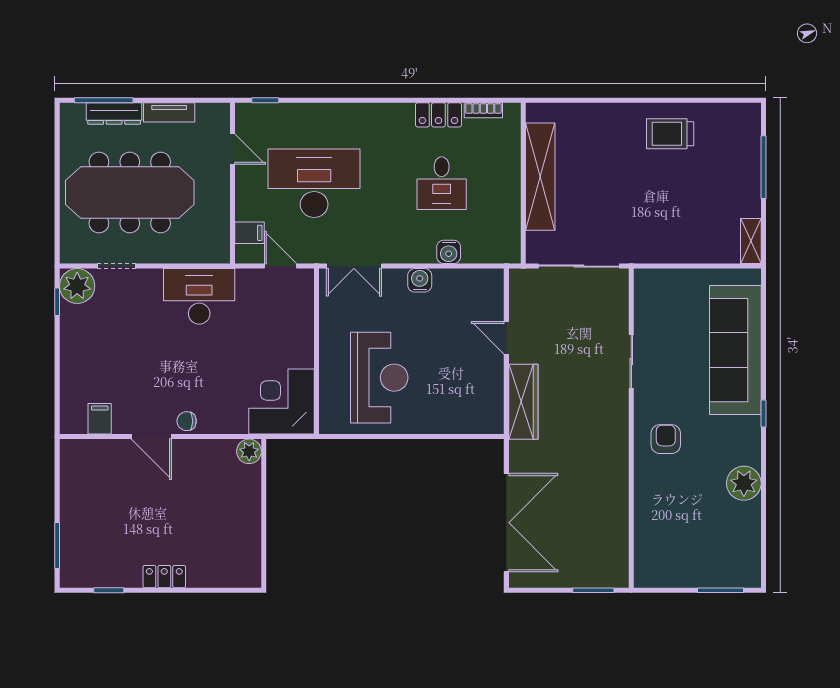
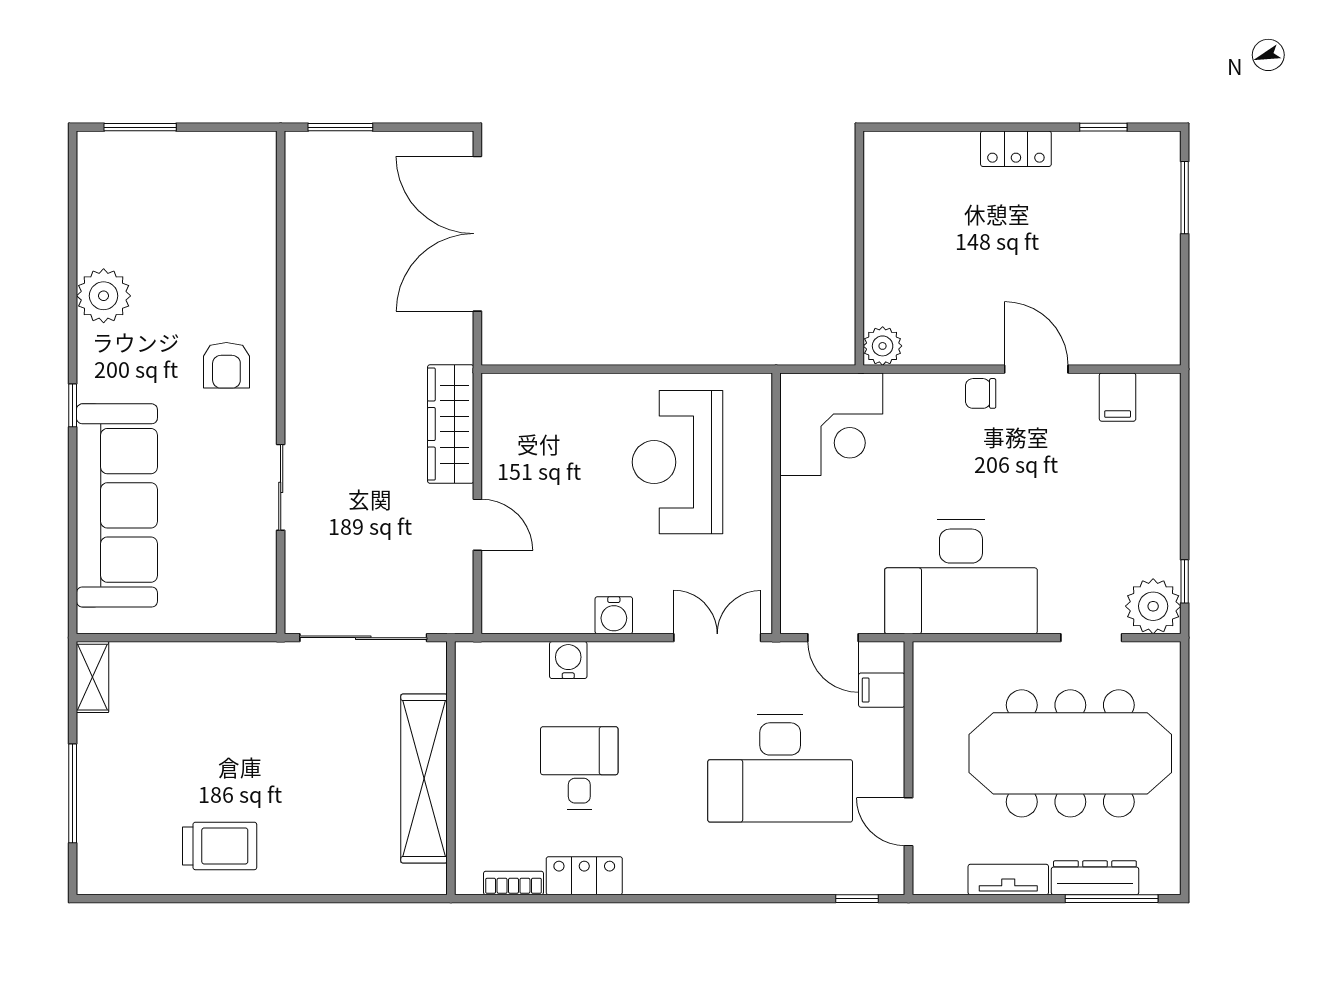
desk: (199, 296) -> (961, 577), width x1.36, depth x1.30
chair: (187, 421) -> (981, 393), turned 180

